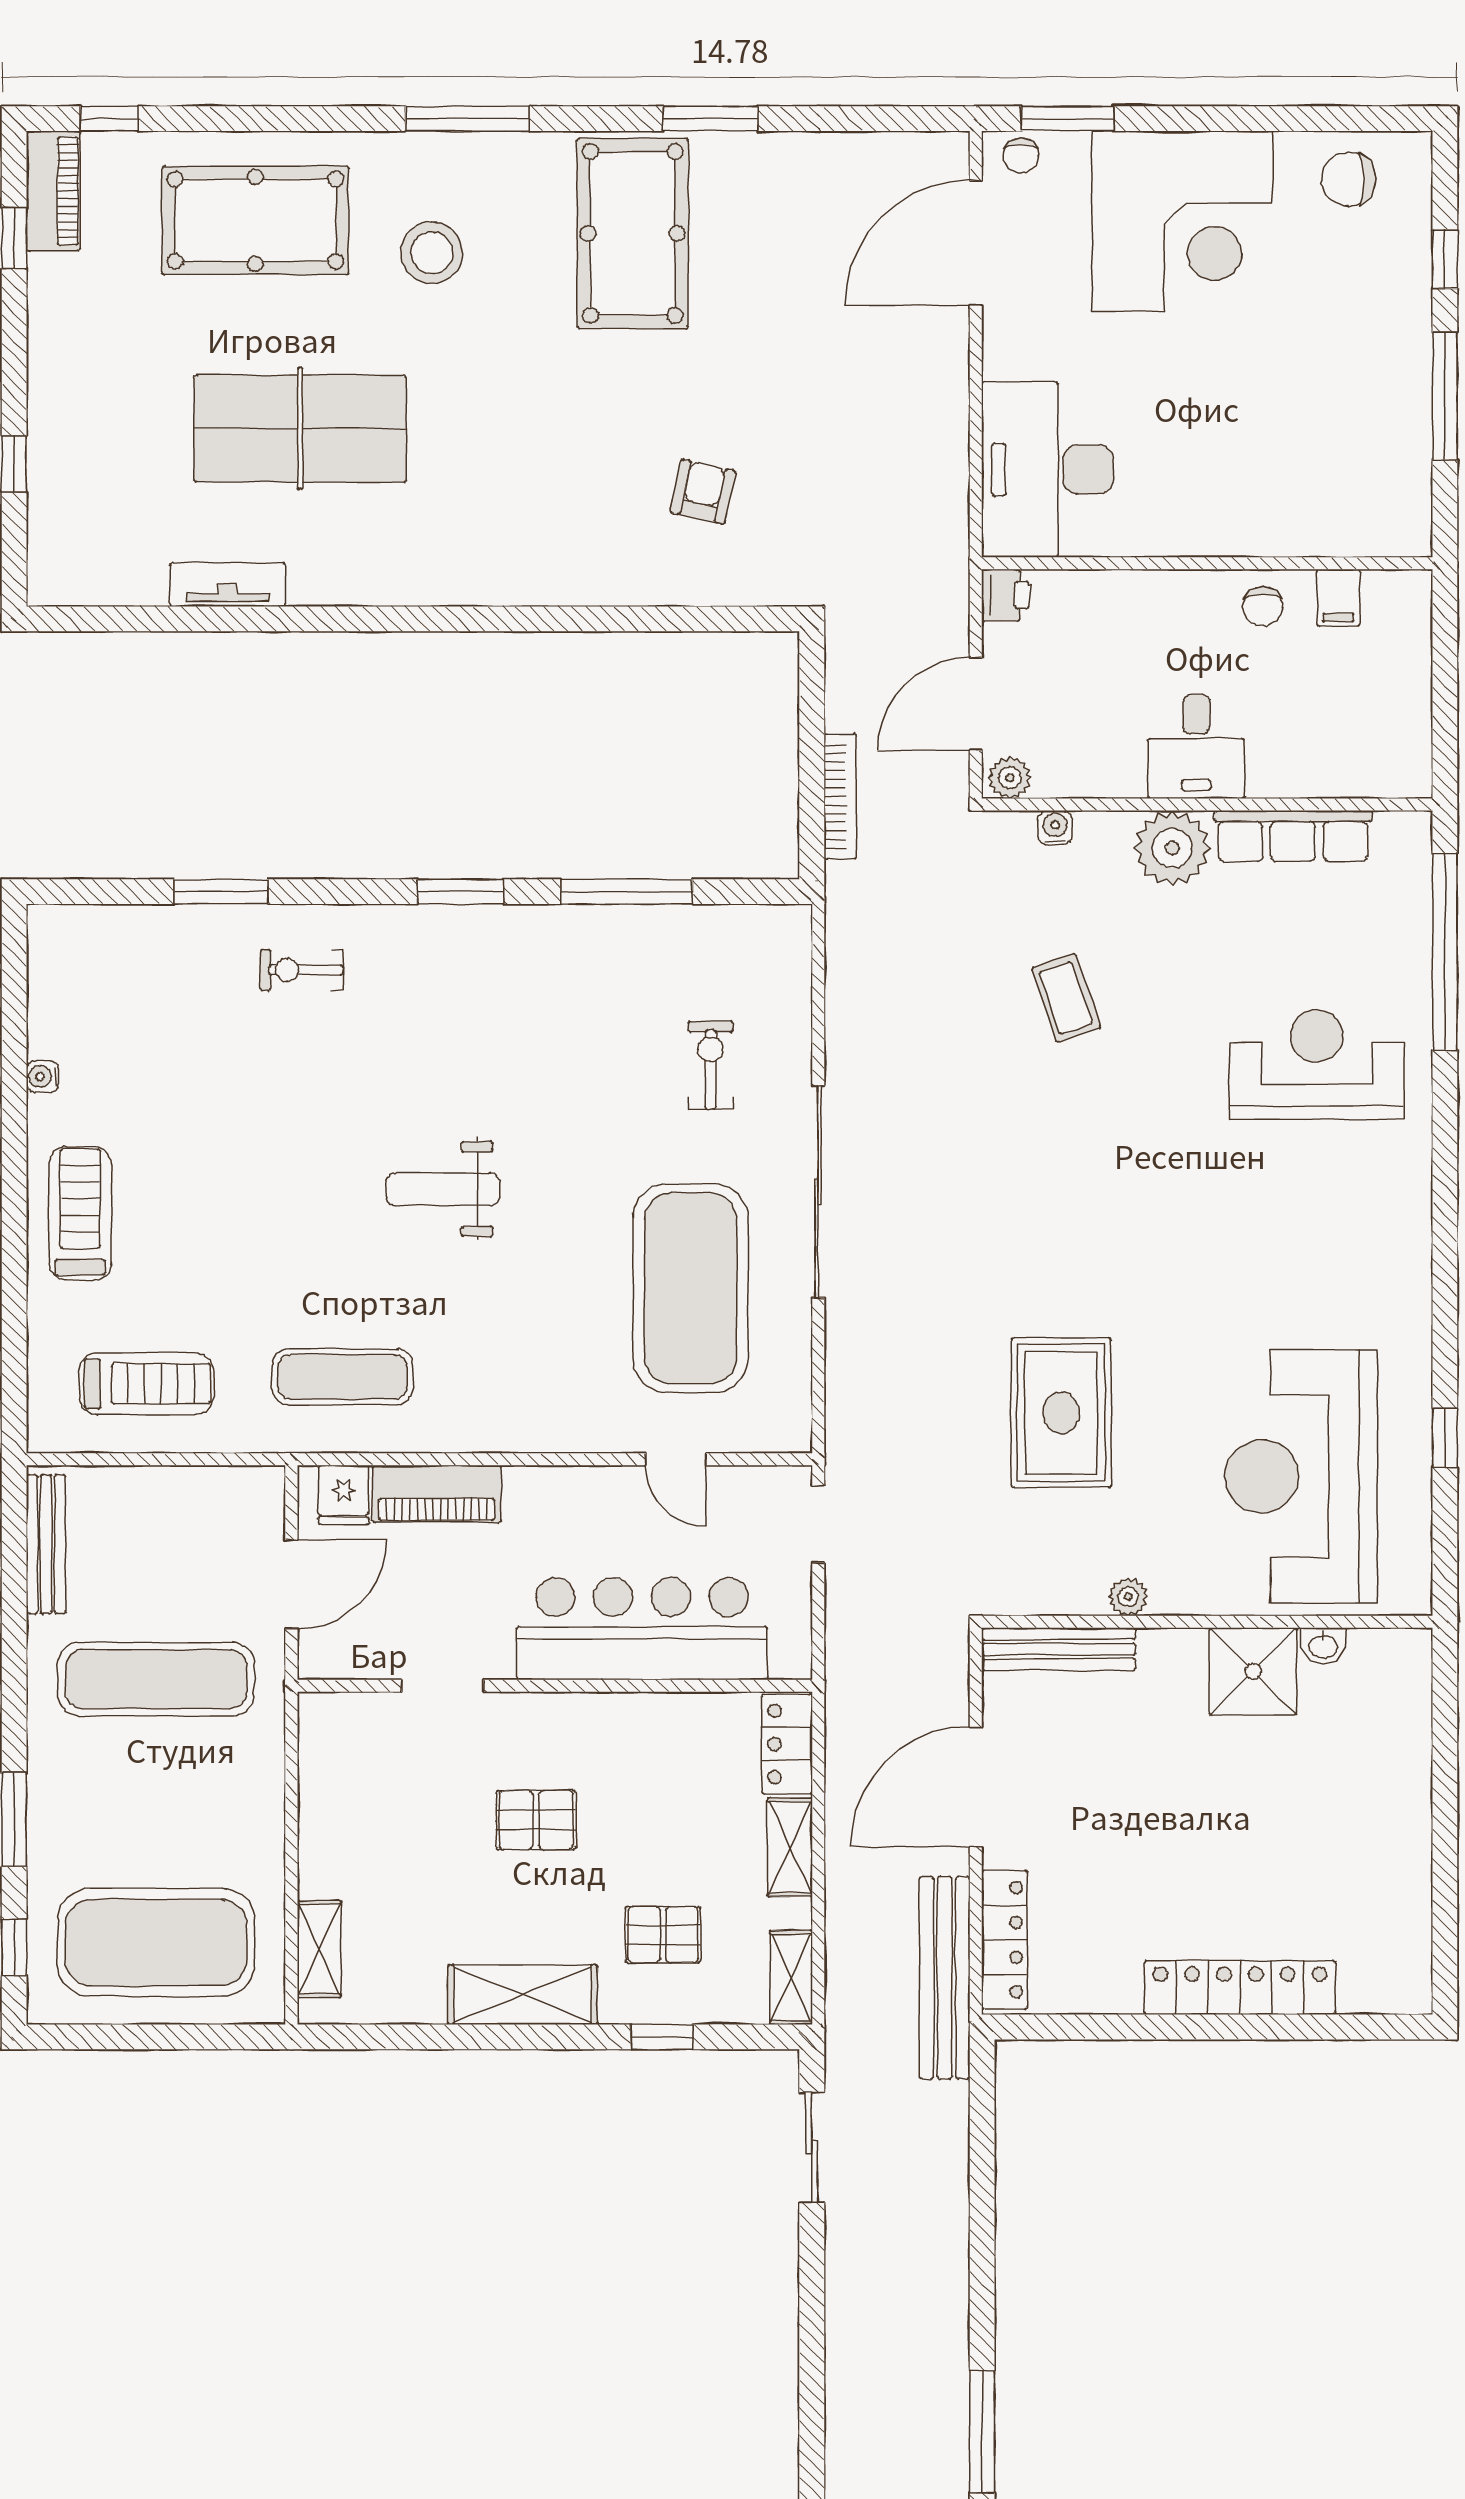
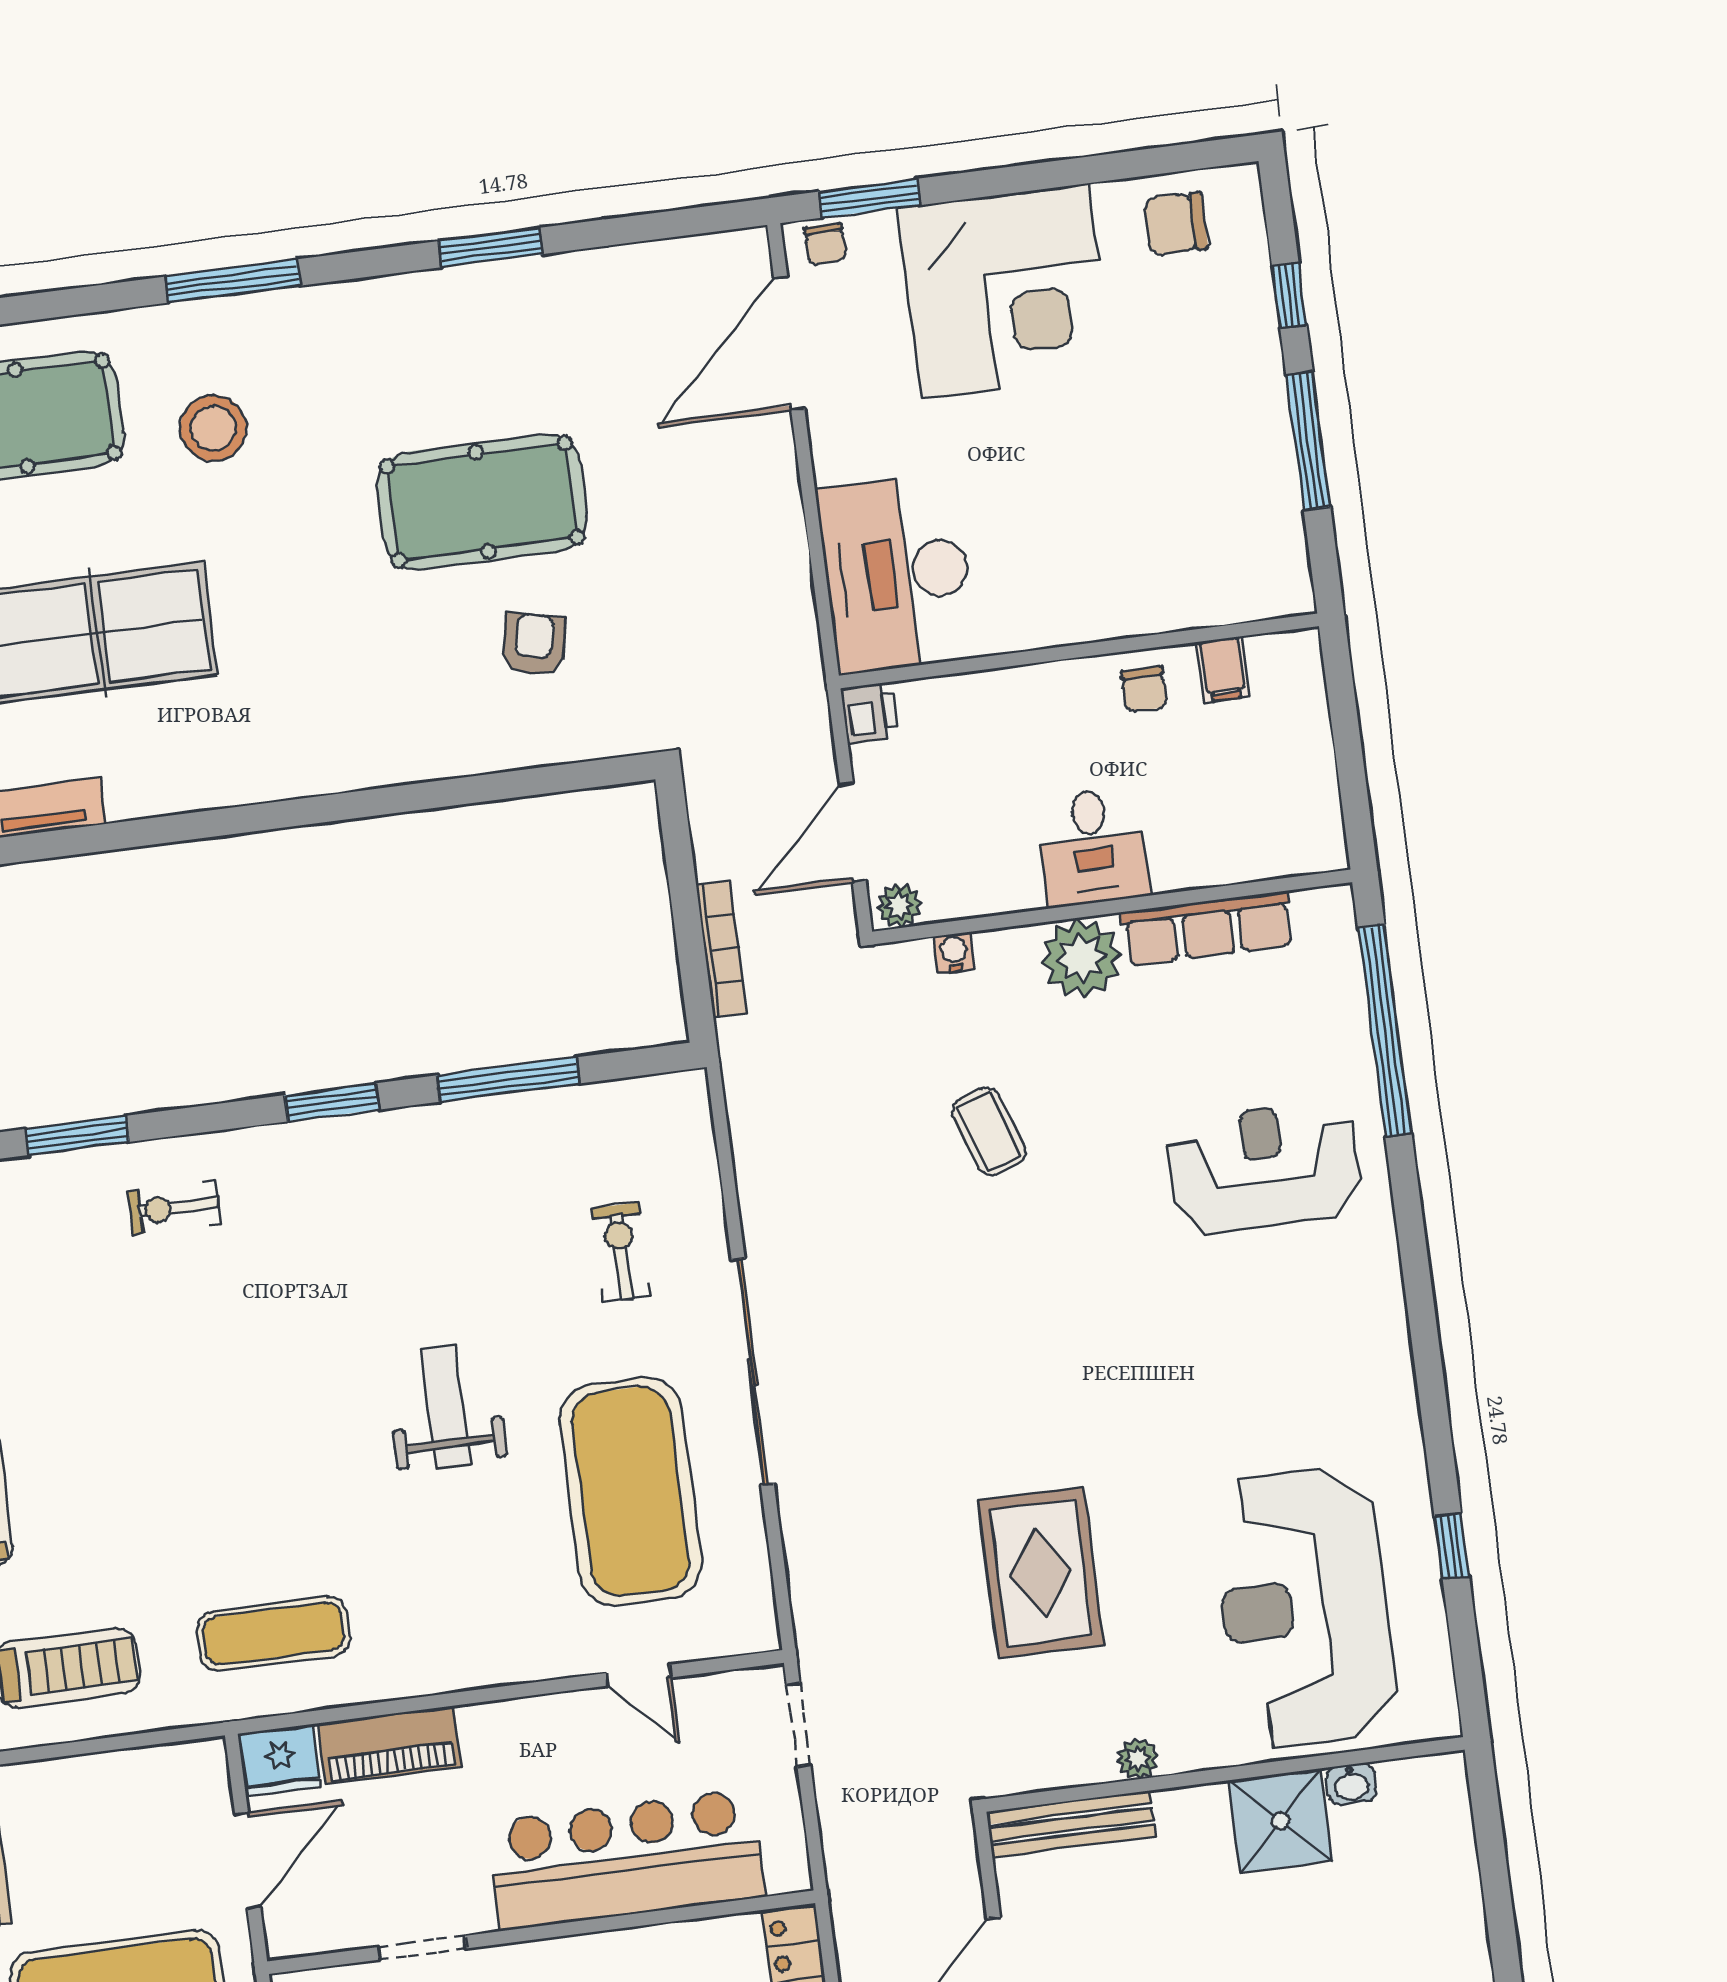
pool table: (633, 233) -> (482, 502), moved, turned 90
weight bench: (443, 1189) -> (445, 1407), moved, turned 90
fridge: (344, 1495) -> (281, 1760), width x1.38

